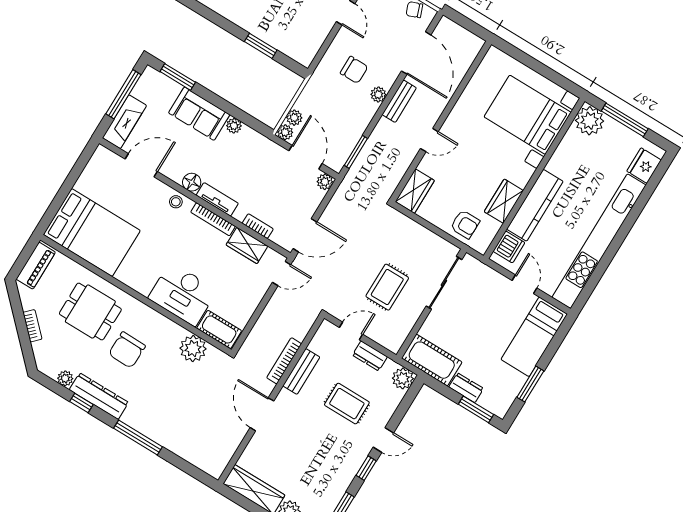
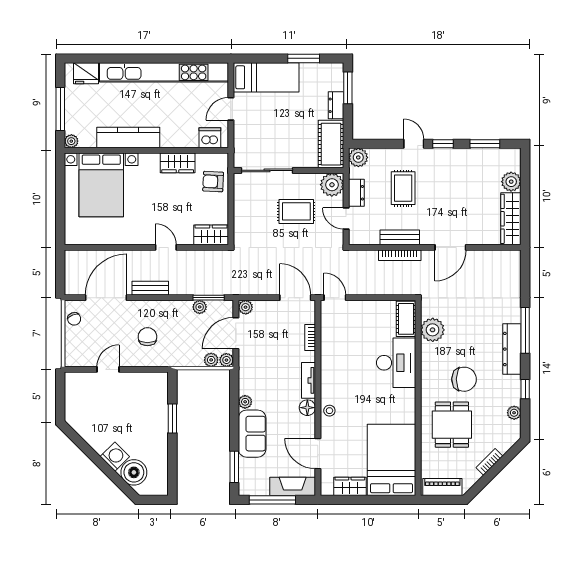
plant: (378, 94) -> (200, 307), moved
plant: (590, 121) -> (71, 141), width x0.53, depth x0.53
kitchen counter: (535, 205) -> (128, 137), moved
bookcase: (213, 219) -> (326, 374), removed
armchair: (465, 224) -> (213, 182), turned -87
wardrobe: (247, 245) -> (350, 486), moved, turned -90
plant: (392, 337) -> (332, 185), added
dresser: (99, 396) -> (512, 349), moved

